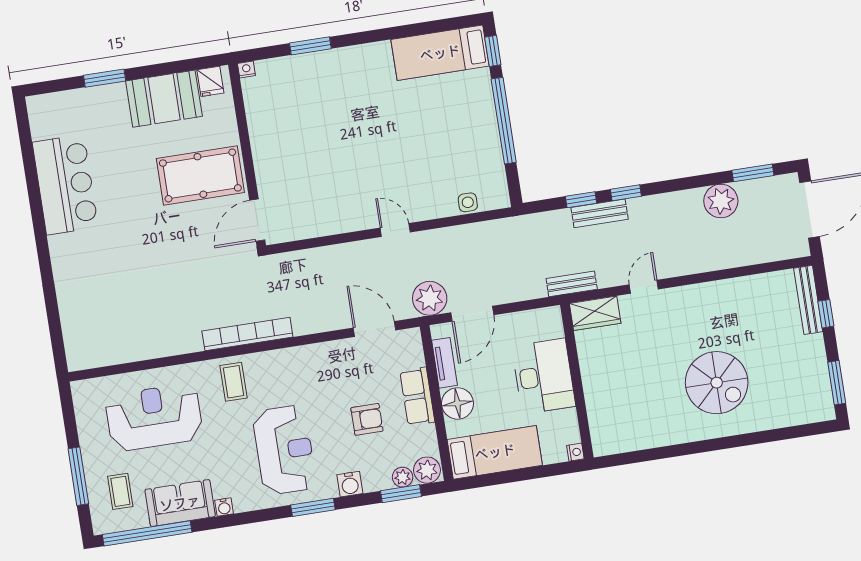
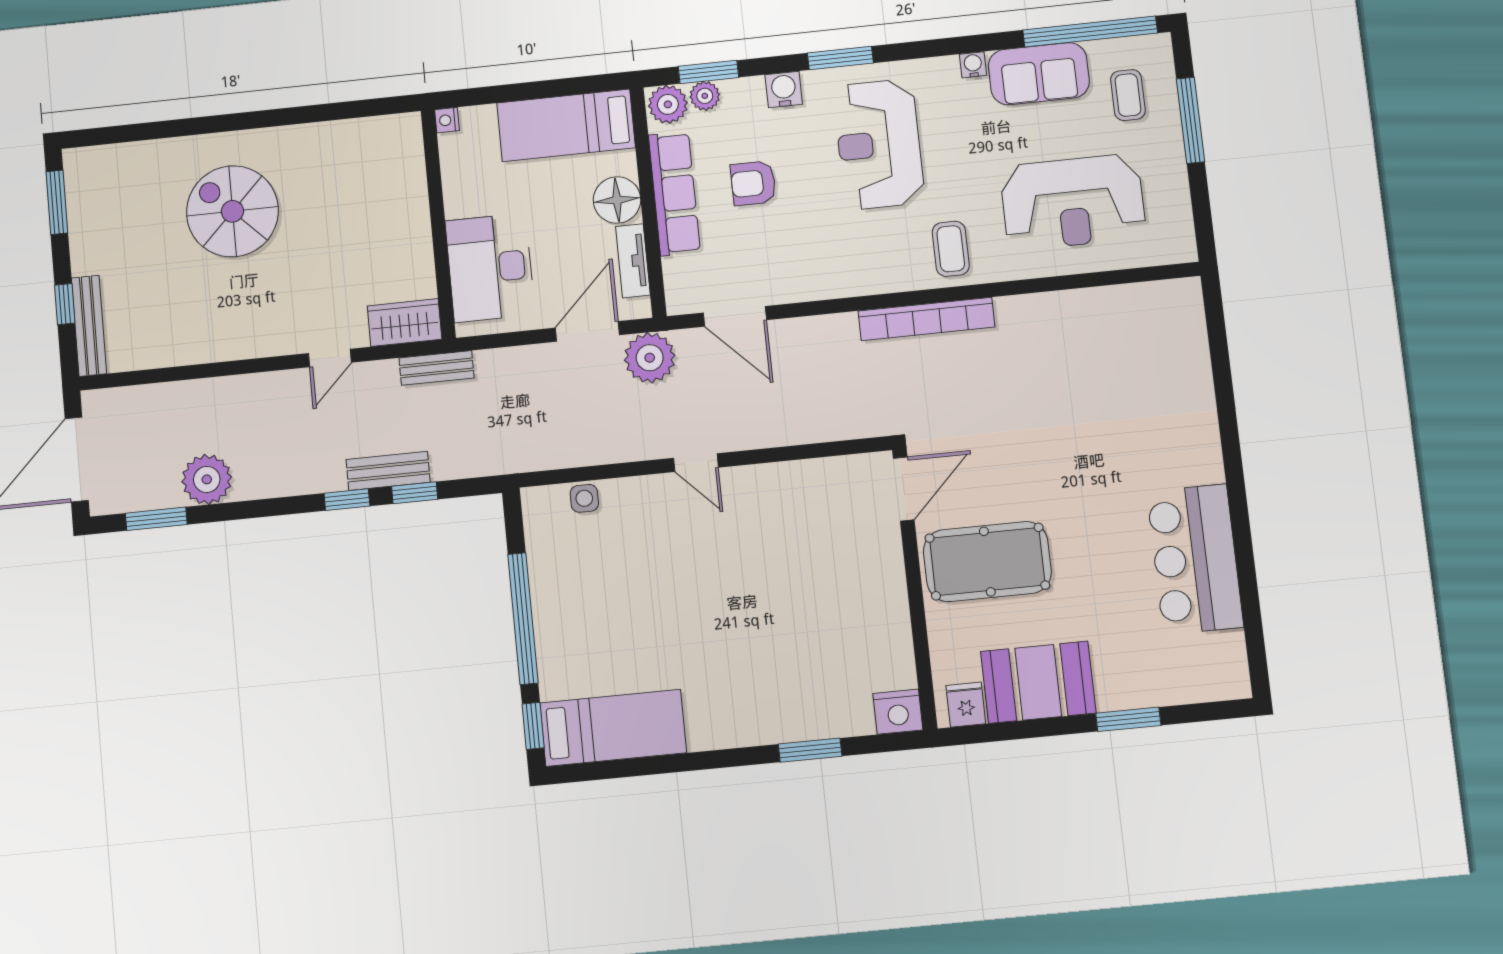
nightstand: (246, 69) -> (898, 712), width x1.89, depth x1.79
desk: (544, 376) -> (490, 268), moved
row of seats: (417, 396) -> (674, 193), width x1.48

